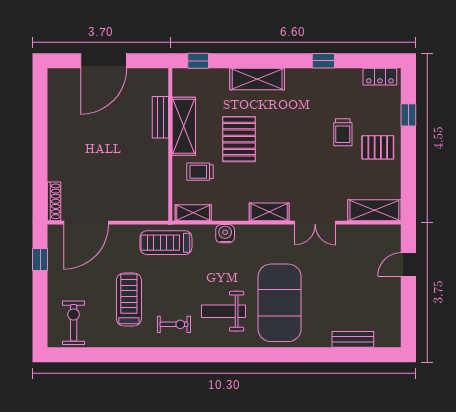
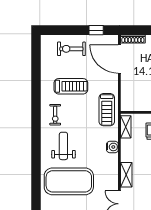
treadmill: (166, 243) -> (107, 110), turned 180
exercise bike: (74, 323) -> (71, 49), moved, turned 180

